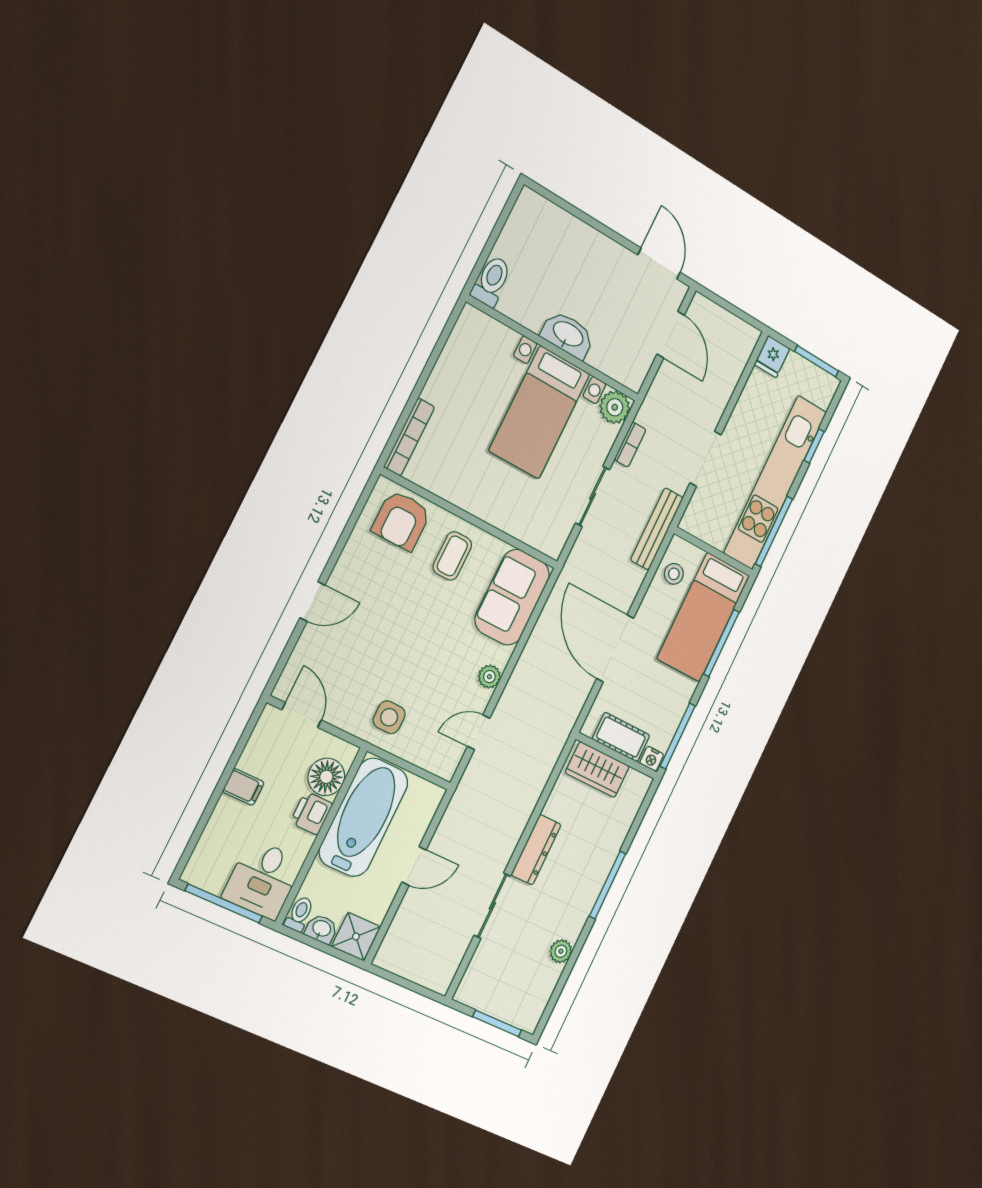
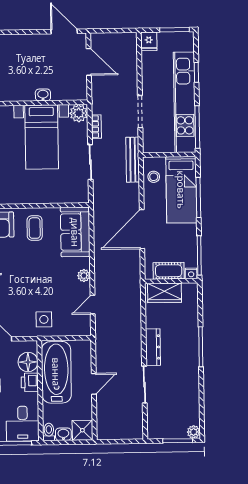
washbasin: (568, 335) -> (43, 95), width x0.52, depth x0.69
door: (615, 648) -> (142, 229), hinge flipped
plant: (561, 951) -> (194, 432), moved

